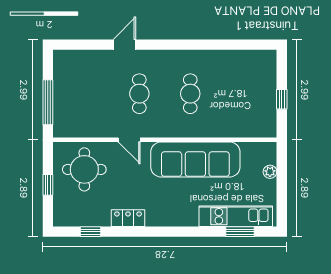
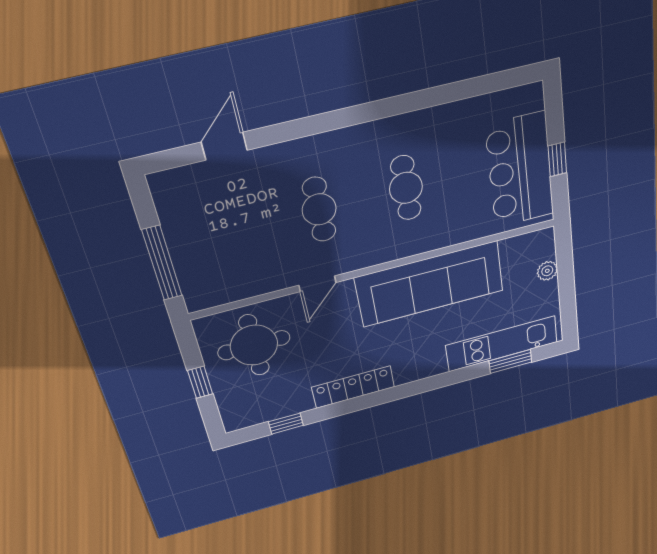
door: (124, 45) -> (224, 146), moved
bar counter: (258, 100) -> (520, 170), added
door: (129, 140) -> (317, 284), hinge flipped
locker: (128, 218) -> (353, 387), width x1.53

